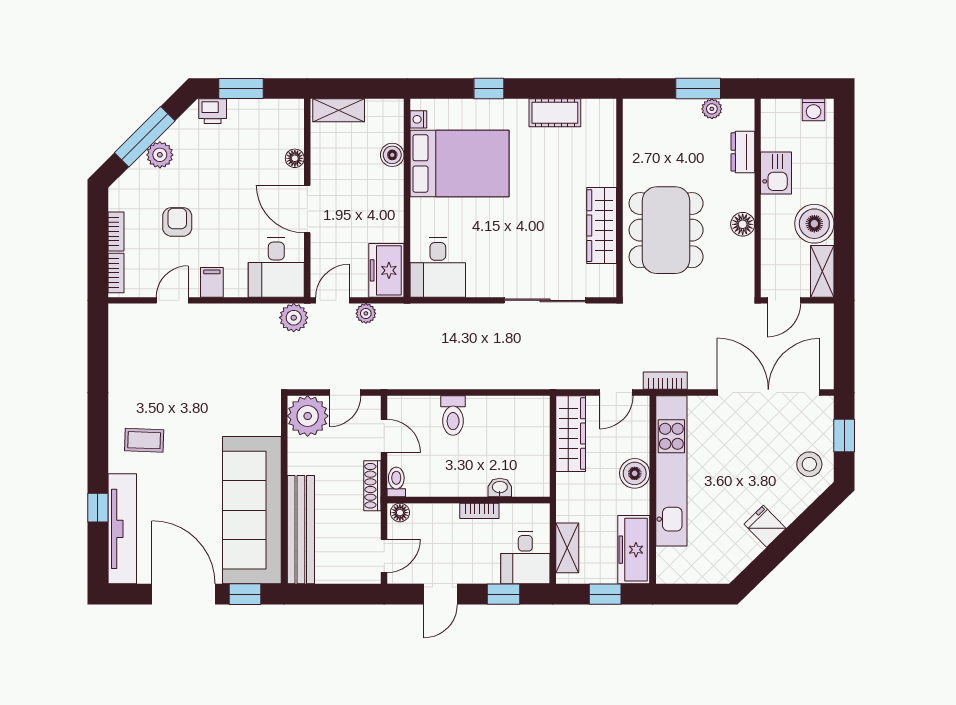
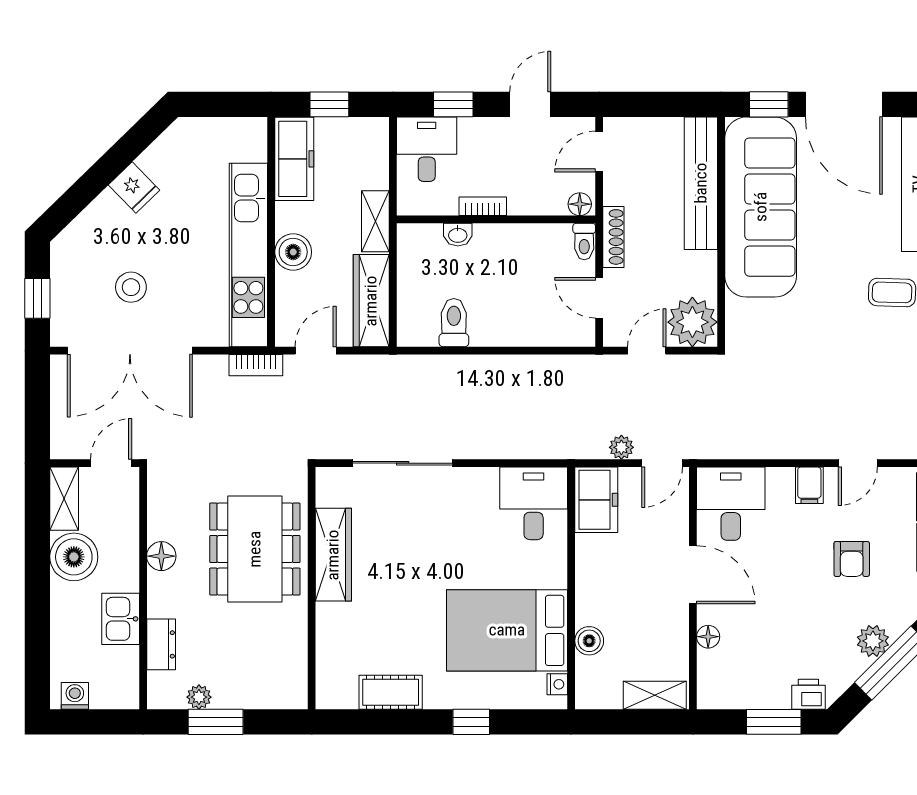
plant: (294, 318) -> (709, 442), removed
toilet: (453, 416) -> (454, 323), moved
stool: (809, 464) -> (131, 287), moved
shelving: (567, 548) -> (375, 221), moved

